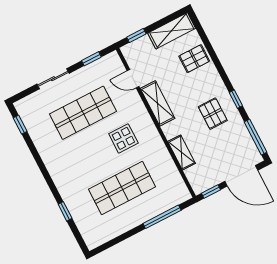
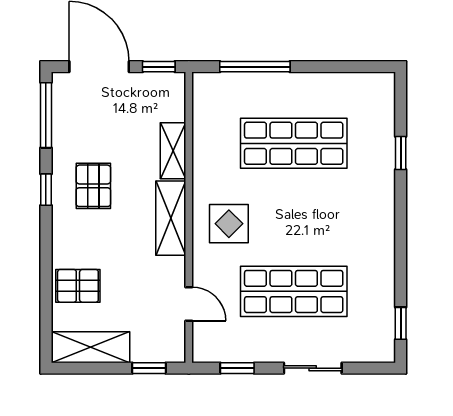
shelving: (158, 103) -> (171, 218), moved
display table: (123, 138) -> (229, 224), moved

